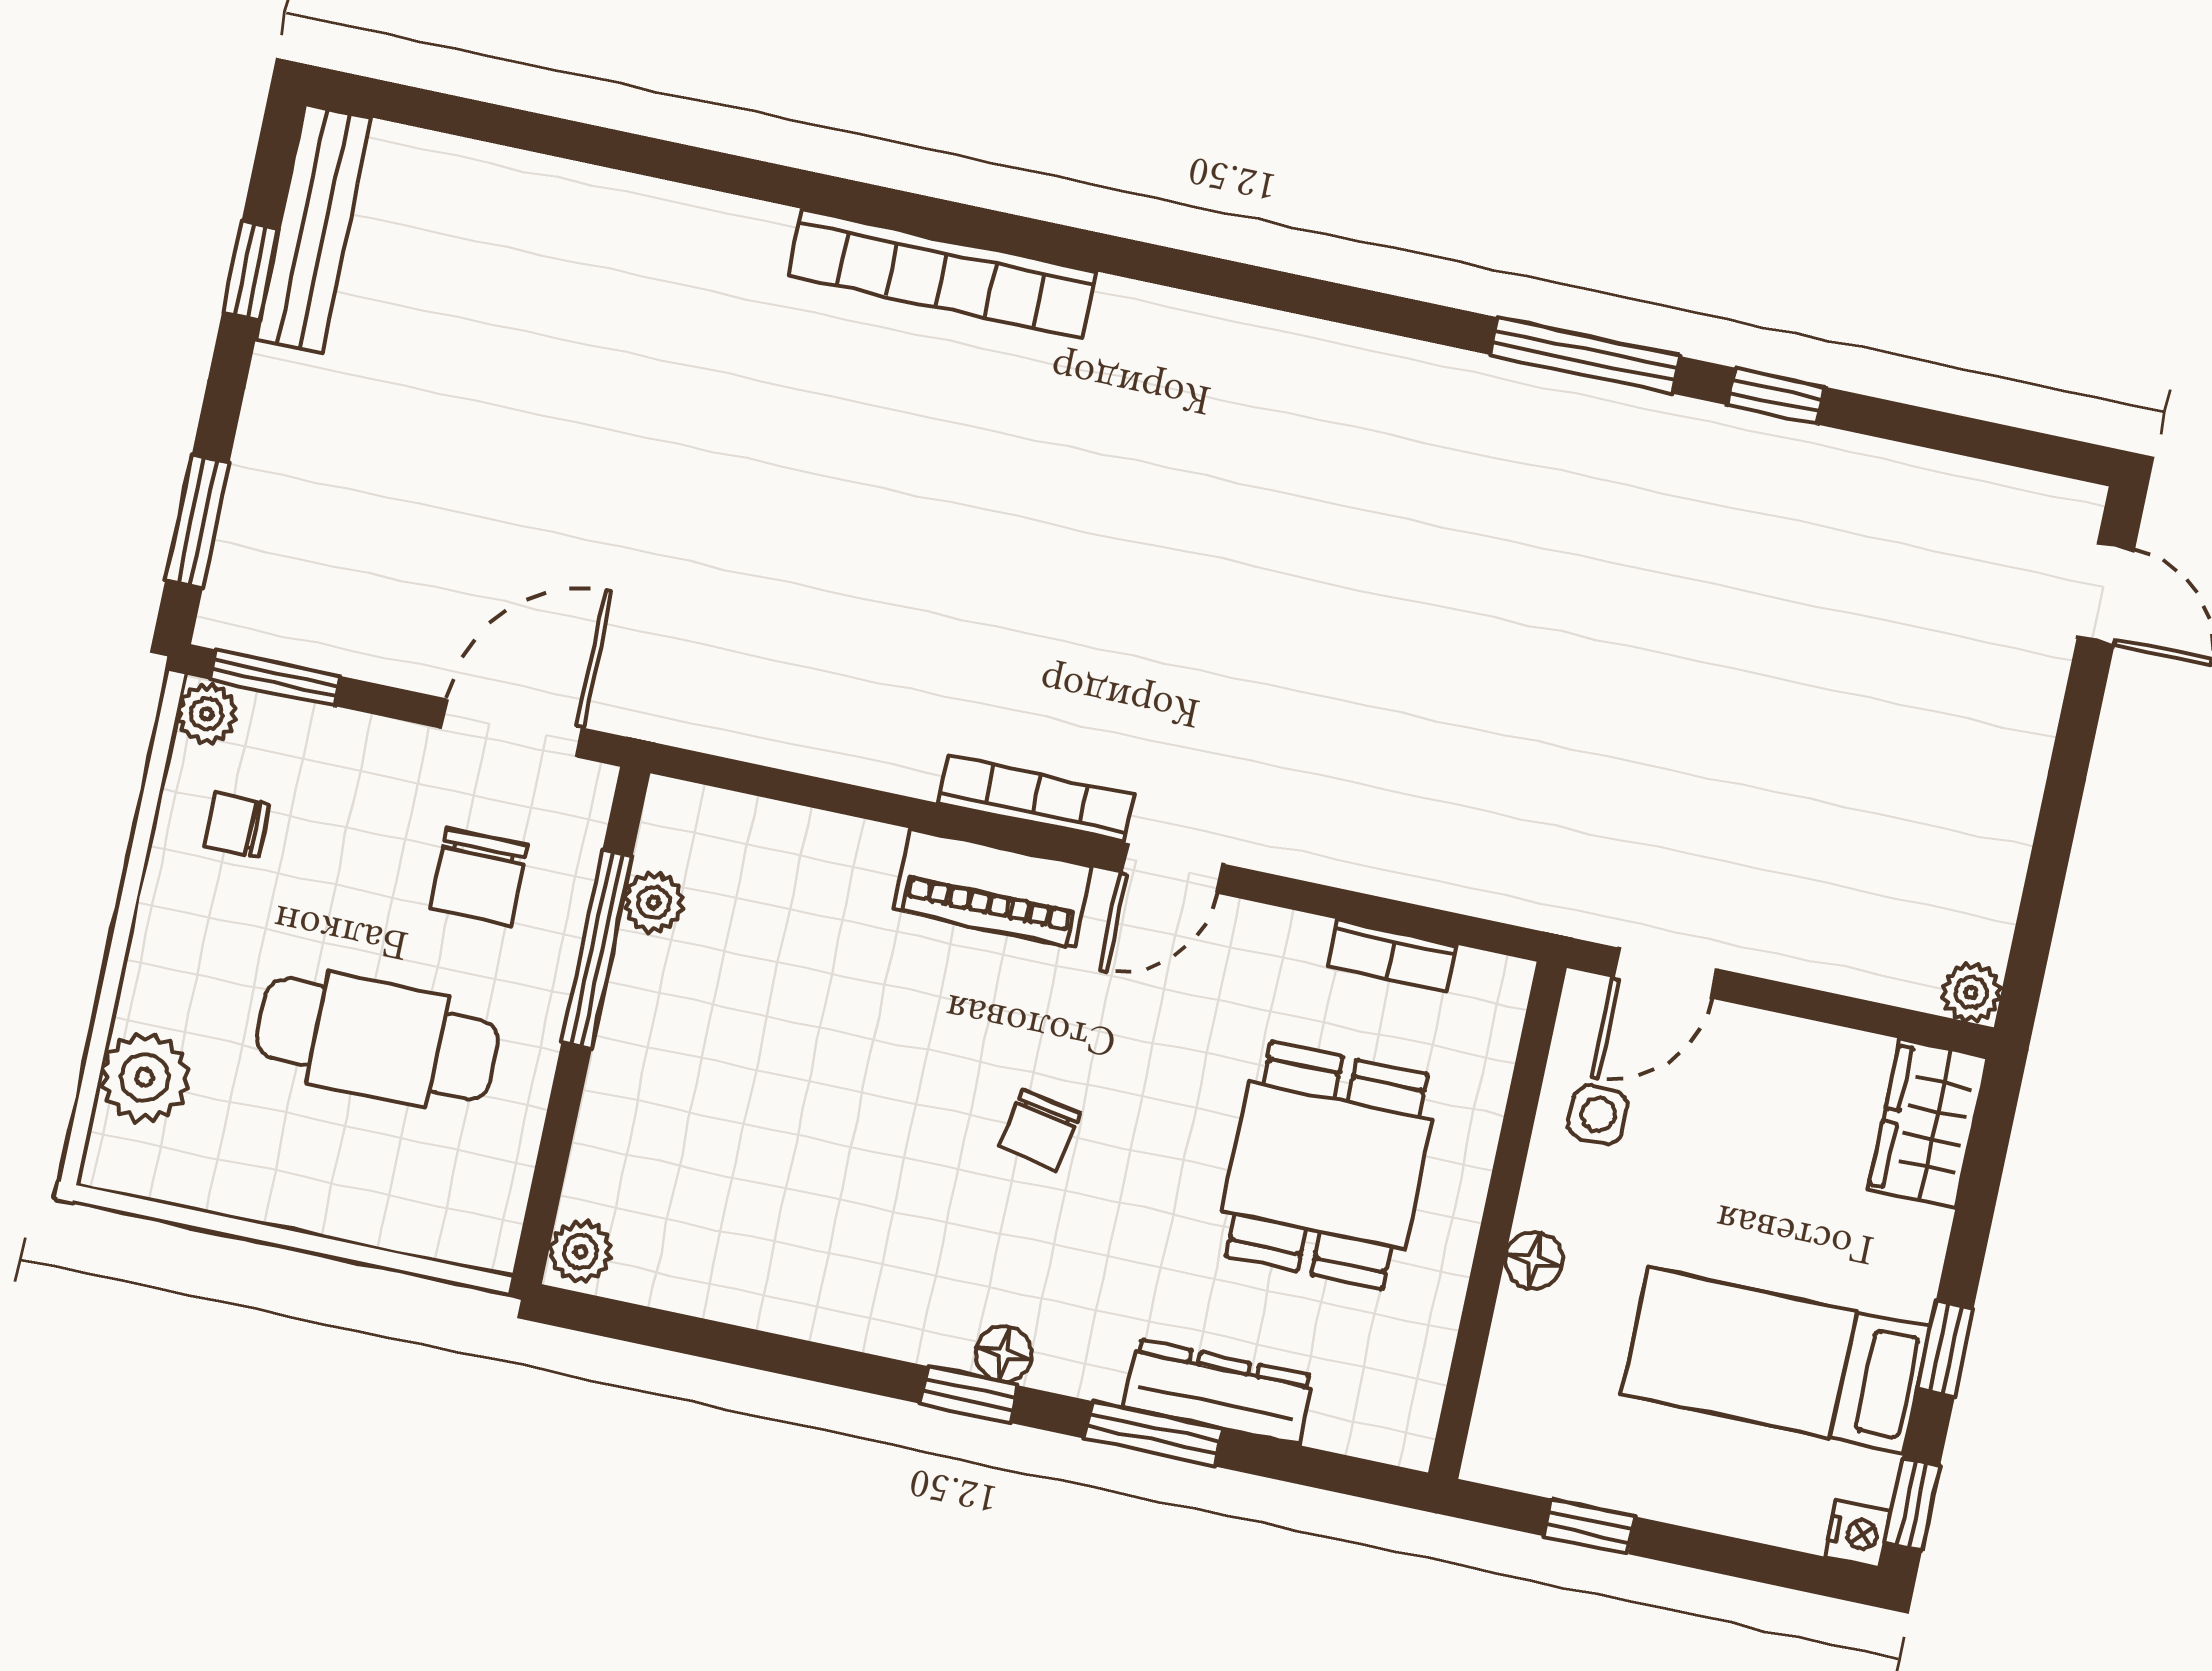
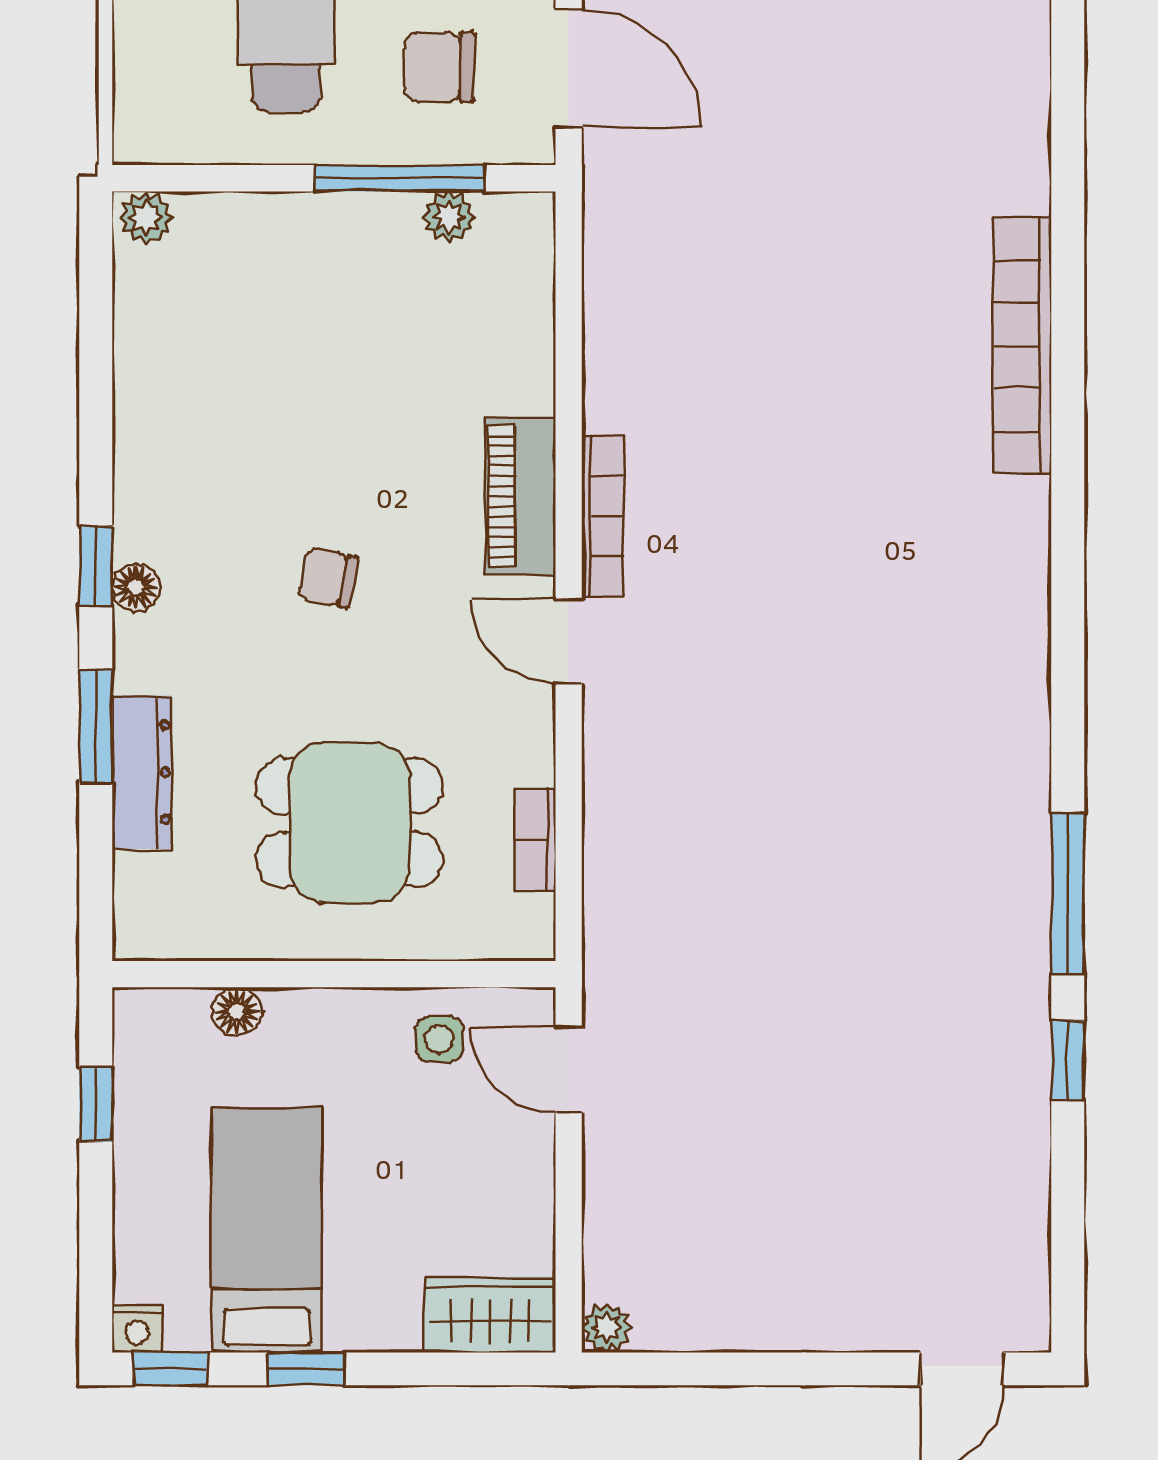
floor lamp: (1534, 1260) -> (237, 1012), moved

